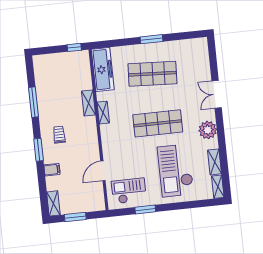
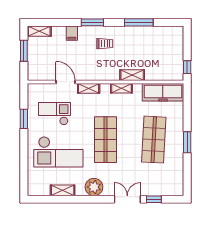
window: (214, 67) -> (154, 199), added
checkout: (176, 170) -> (58, 152), turned 180
shelving: (218, 187) -> (89, 88), moved
checkout: (129, 191) -> (55, 114), moved, turned -90

